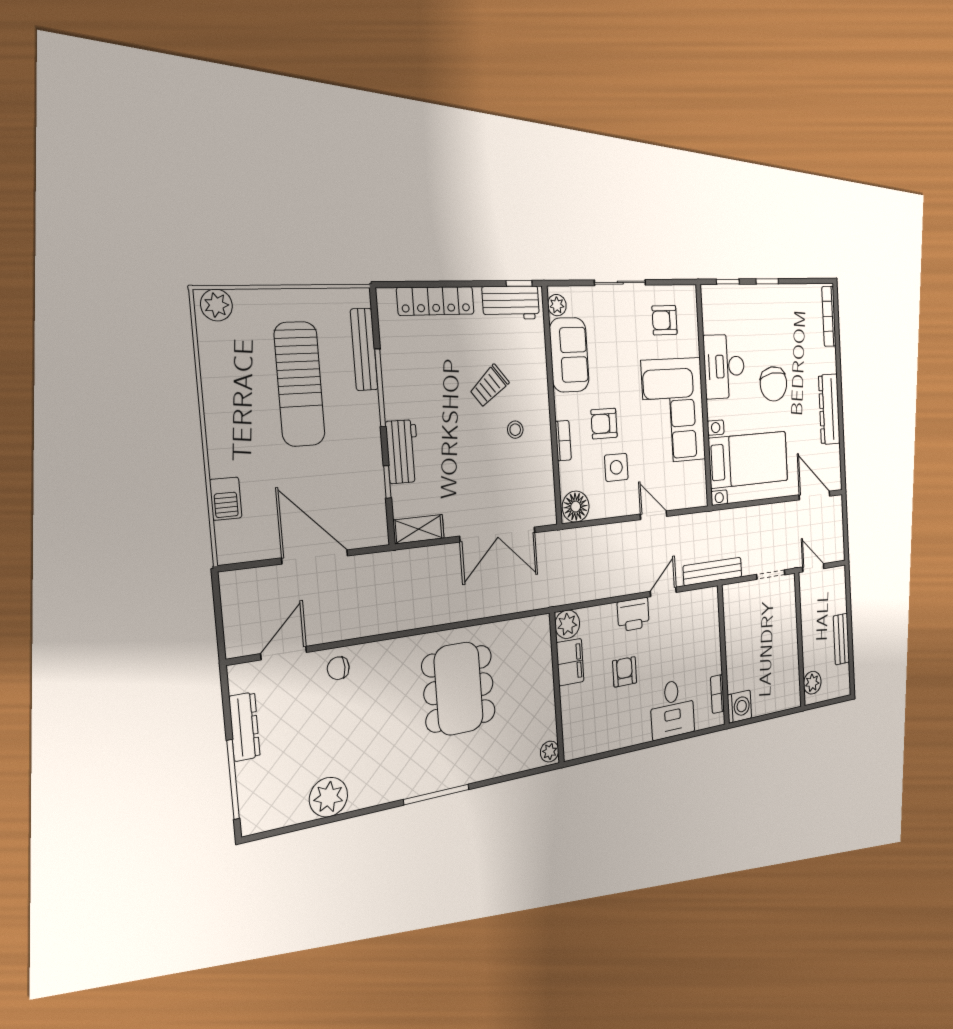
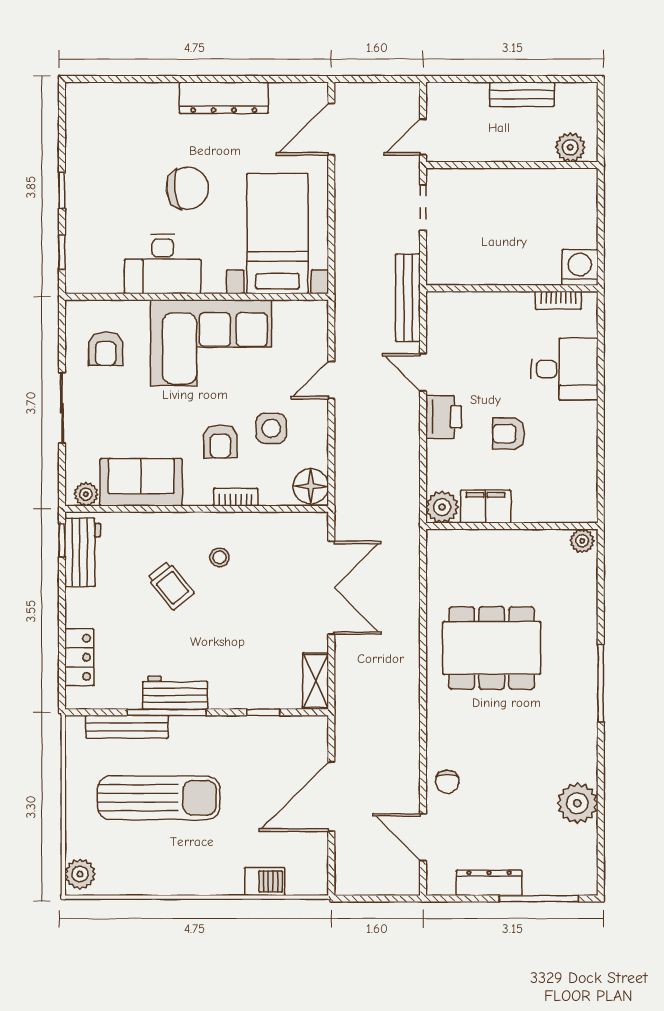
locker: (436, 301) -> (79, 657), width x0.66
bookcase: (829, 316) -> (106, 92), removed
workbench: (403, 452) -> (175, 693), moved

